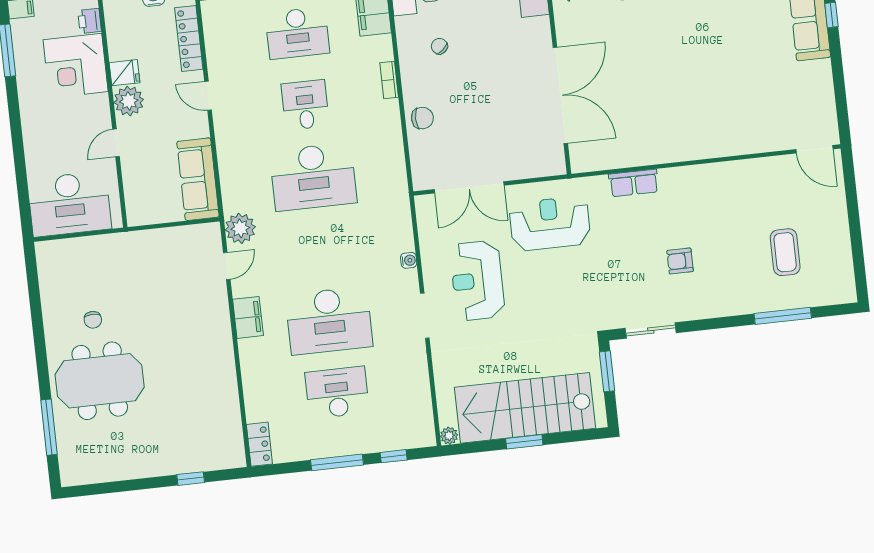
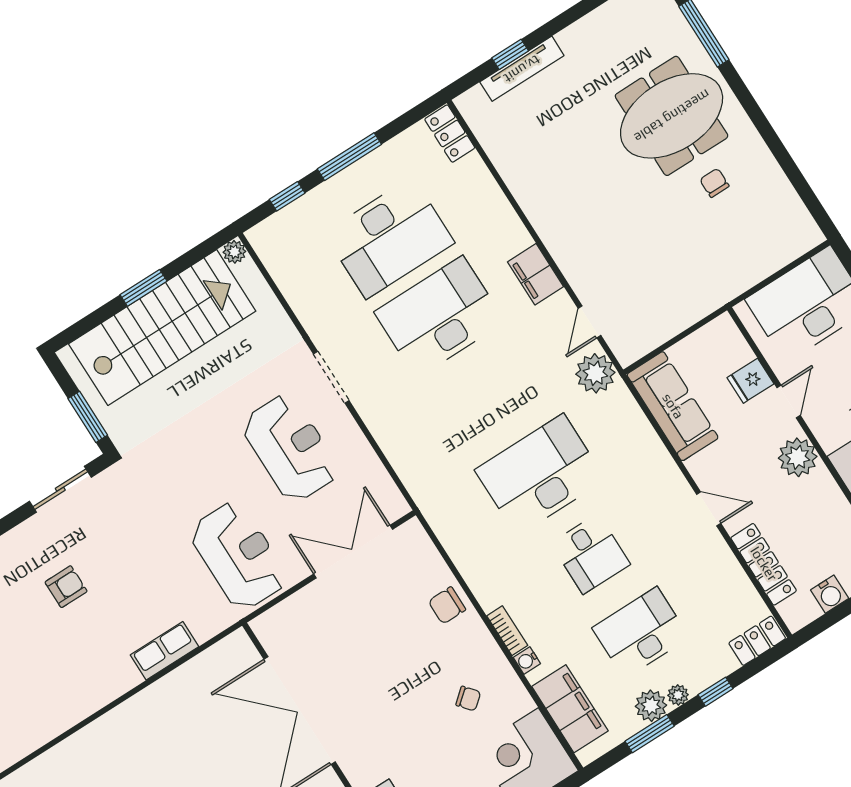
fridge: (125, 73) -> (750, 381), moved
reception desk: (550, 224) -> (239, 556), turned -90
water cooler: (409, 260) -> (527, 660), moved
desk: (337, 393) -> (389, 238), width x1.36, depth x1.30
tv unit: (187, 465) -> (522, 69), added

